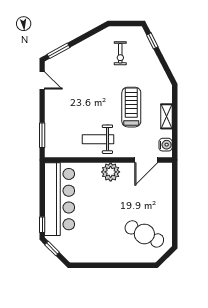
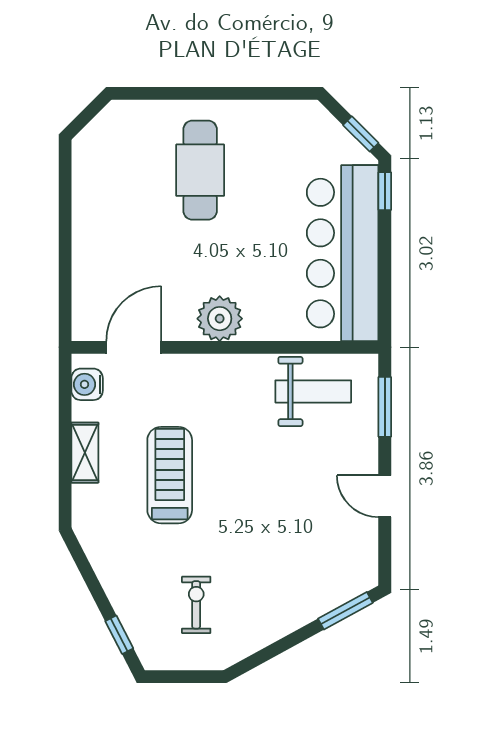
door: (42, 81) -> (385, 496), moved
treadmill: (131, 107) -> (170, 475), turned 180
weight bench: (98, 139) -> (313, 391), moved
cafe table: (144, 234) -> (200, 170), moved, turned 63

